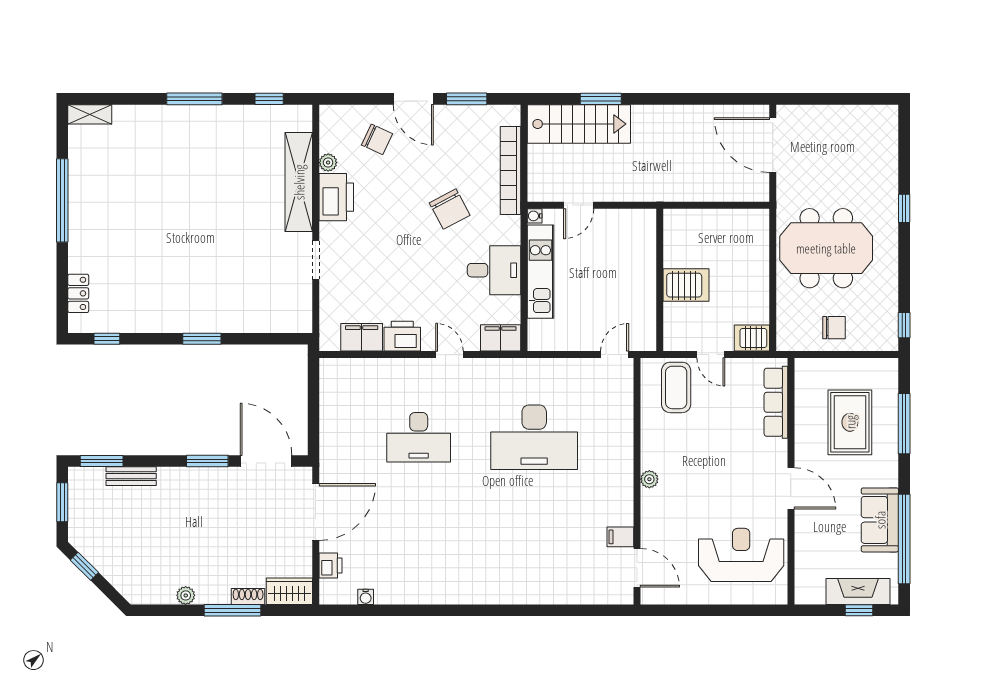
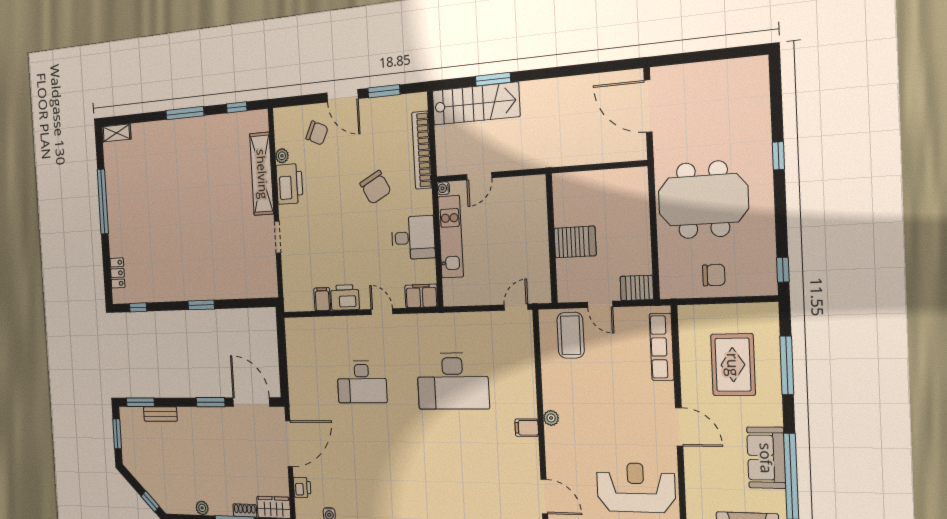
filing cabinet: (362, 337) -> (322, 299), width x0.50
filing cabinet: (620, 537) -> (527, 428), moved
window: (84, 566) -> (150, 501), moved

